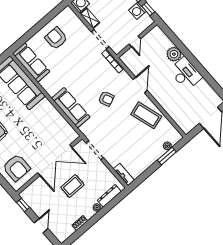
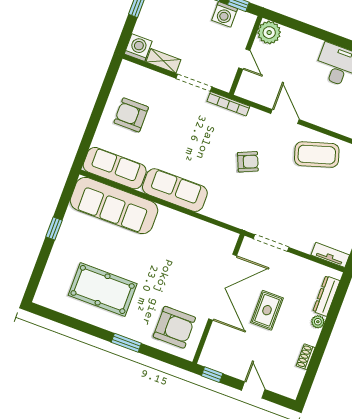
plant: (174, 54) -> (269, 33), moved
sofa: (71, 108) -> (175, 190), moved

